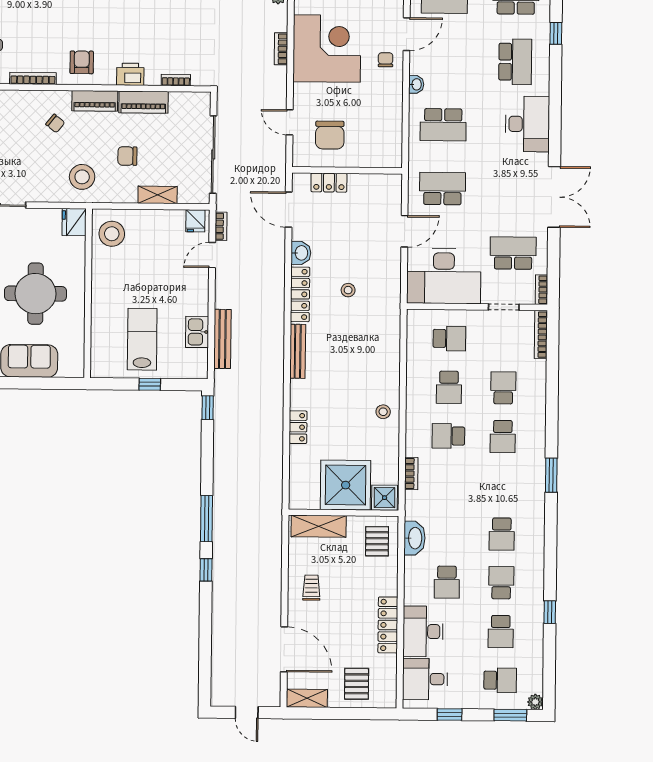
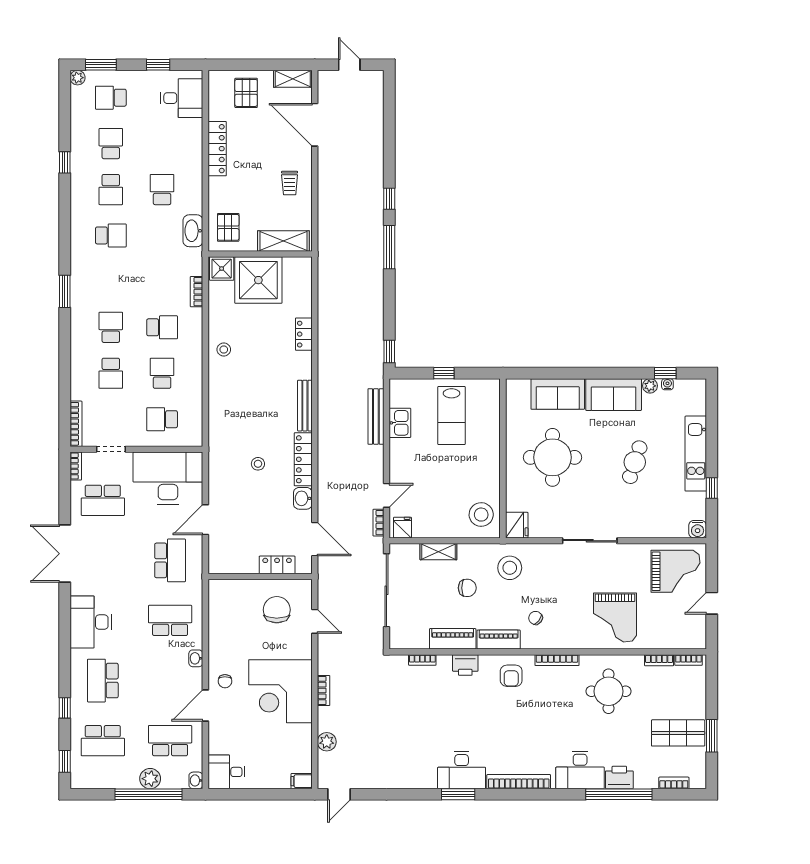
school desk: (442, 189) -> (170, 560), turned -90
school desk: (502, 534) -> (111, 235), turned 90
desk: (423, 631) -> (184, 143), removed

